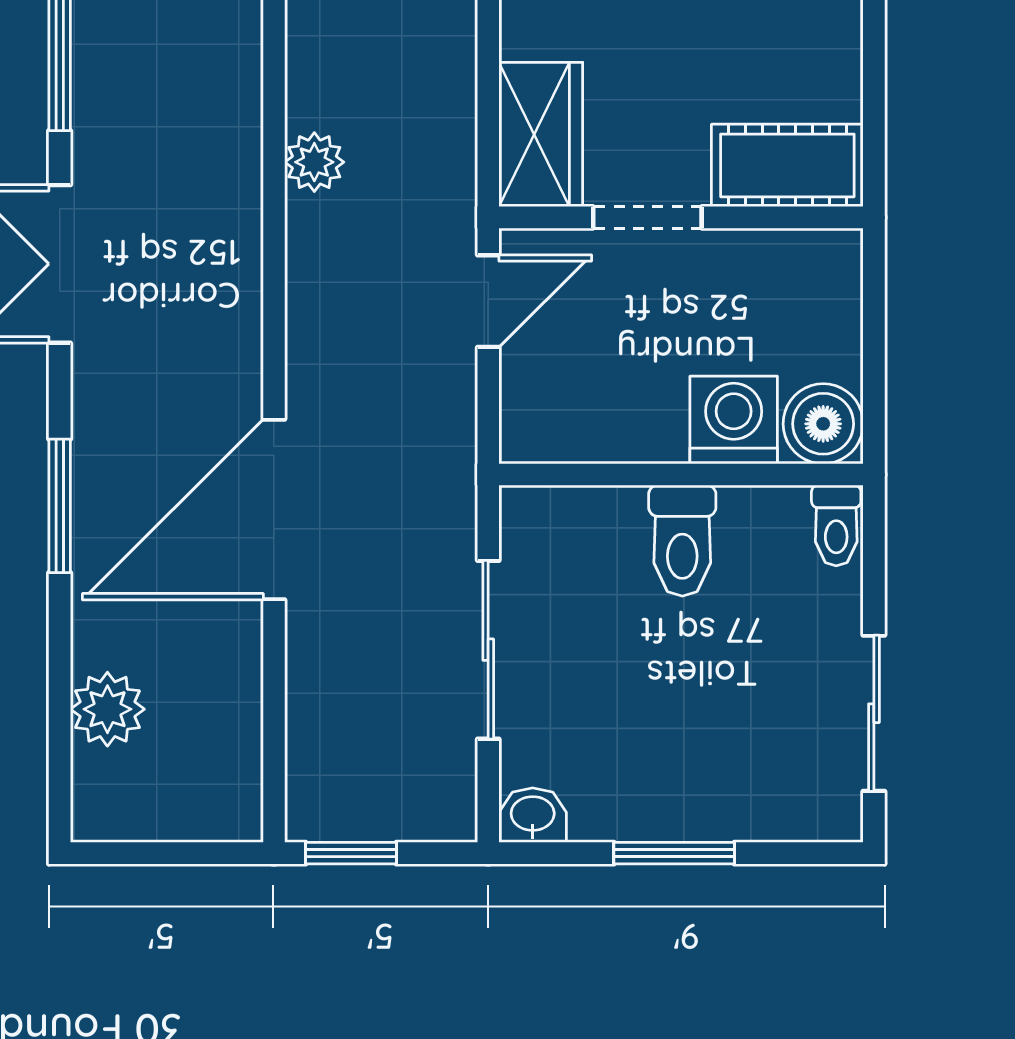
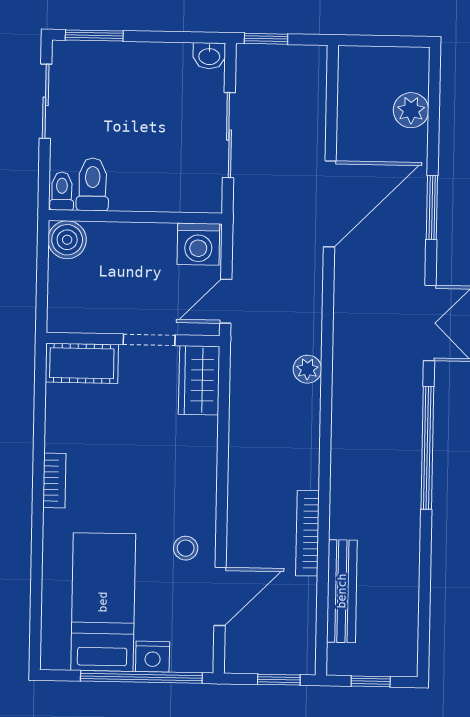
washing machine: (734, 420) -> (198, 244), moved
toilet: (682, 541) -> (93, 184), moved
window: (351, 853) -> (266, 39), moved
window: (674, 853) -> (94, 35), moved

